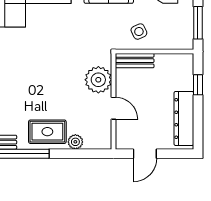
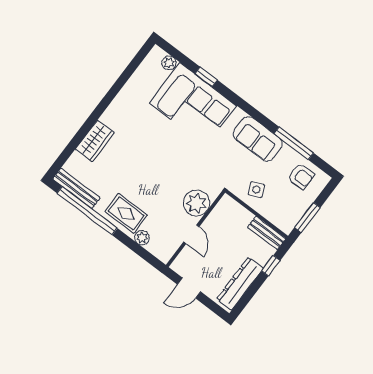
bench: (135, 61) -> (267, 233), moved

